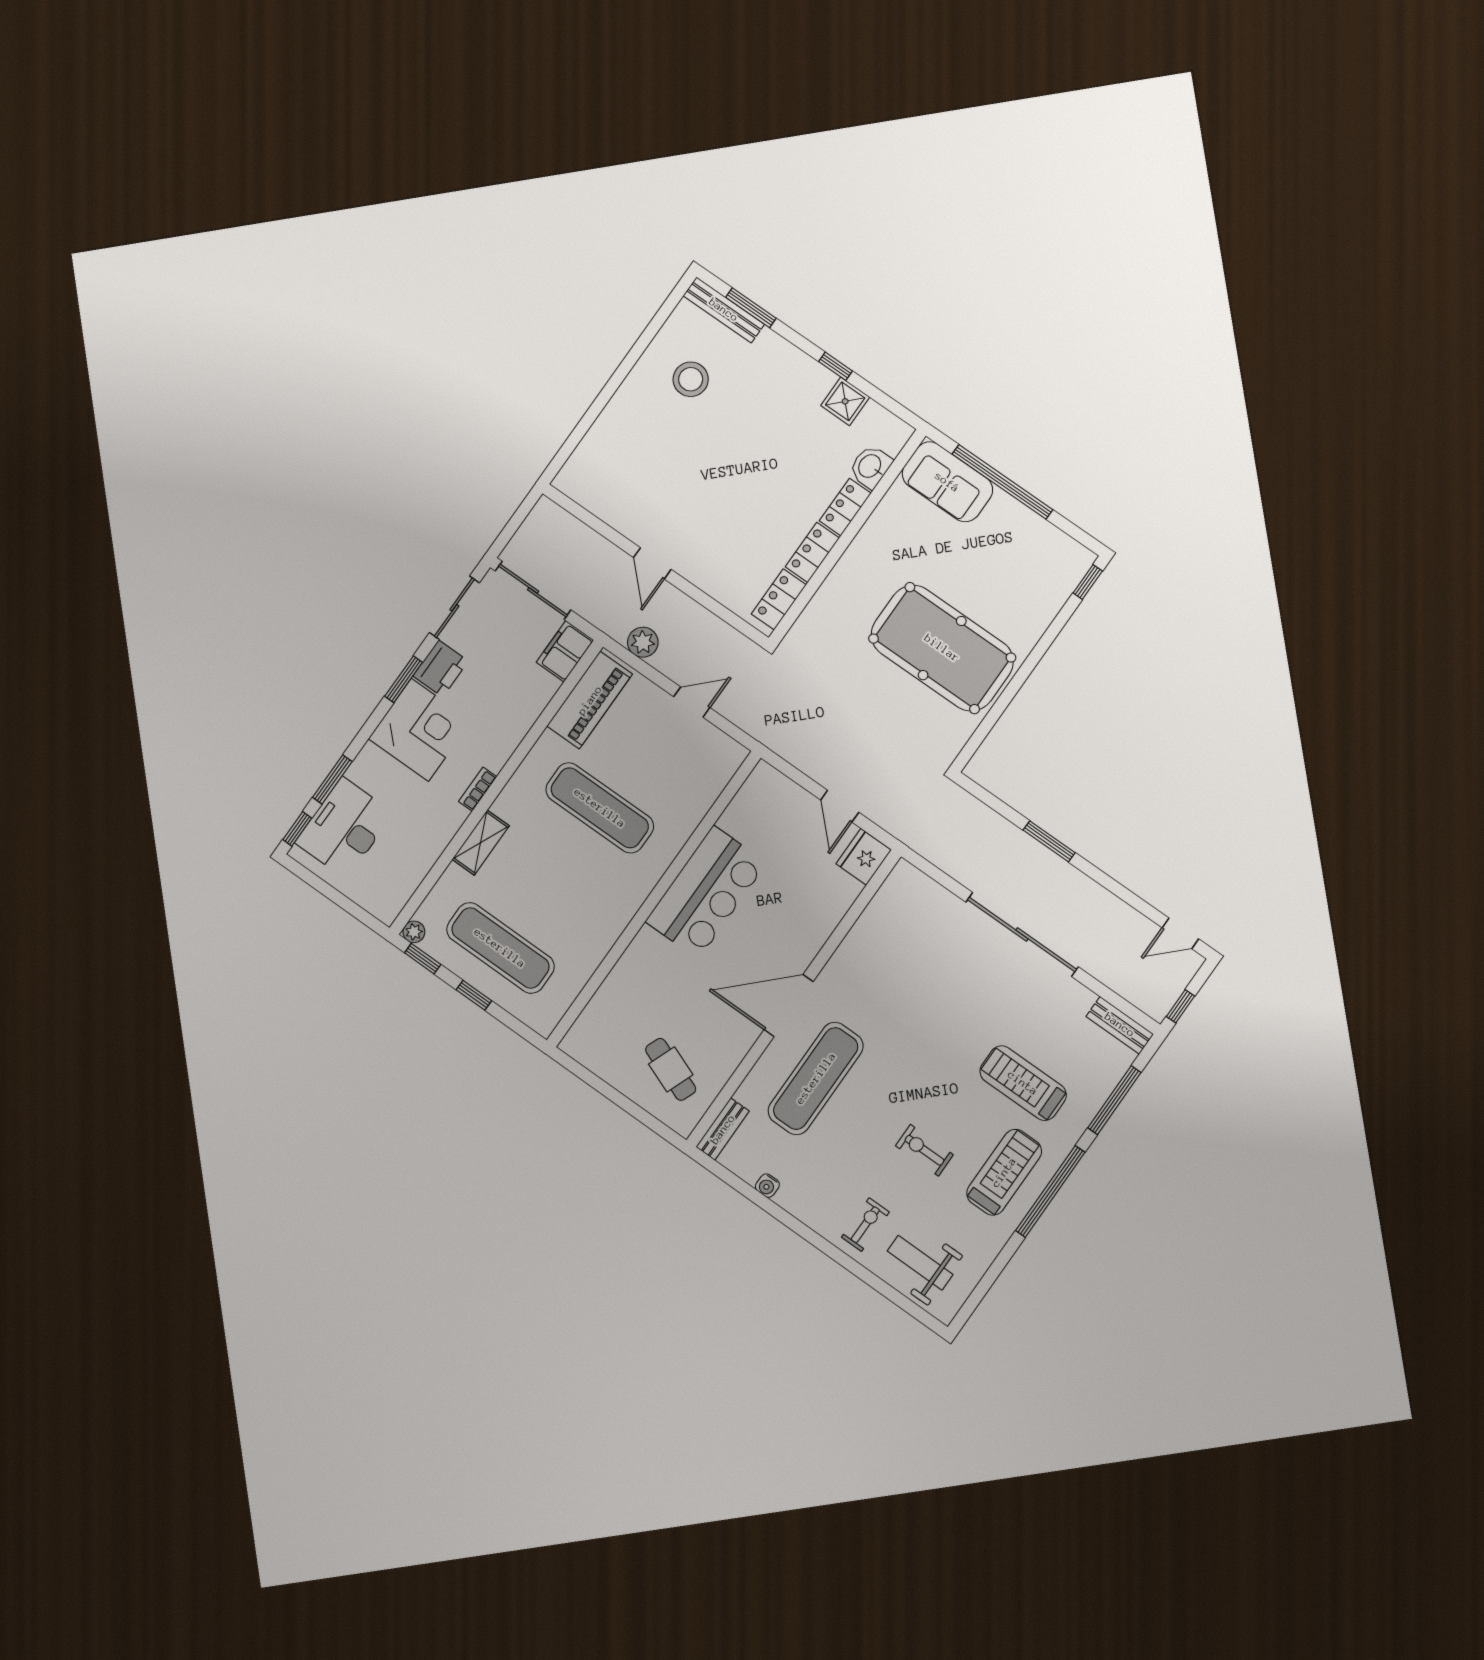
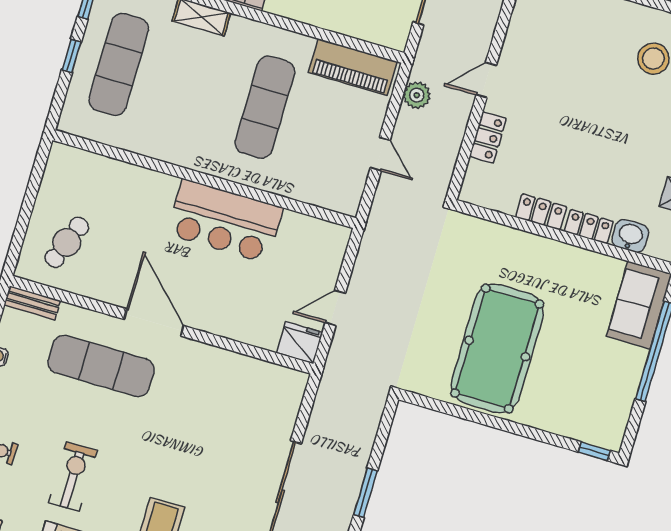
locker: (779, 599) -> (488, 137), moved, turned 90
filing cabinet: (565, 651) -> (387, 32), removed
exercise bike: (924, 1150) -> (73, 477), width x1.38, depth x1.39

